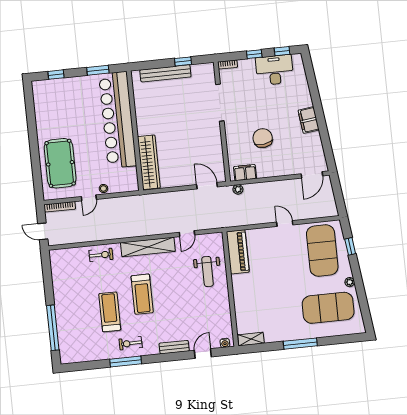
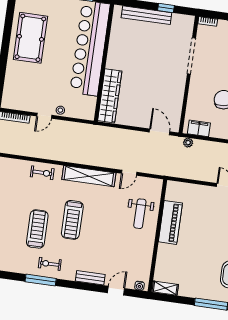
pool table: (60, 163) -> (30, 38), moved
piano: (238, 252) -> (170, 222), moved

